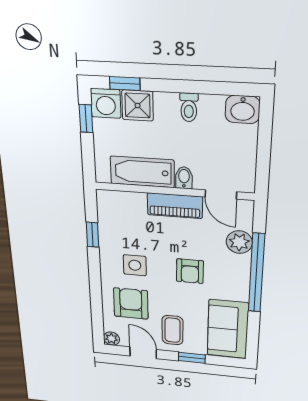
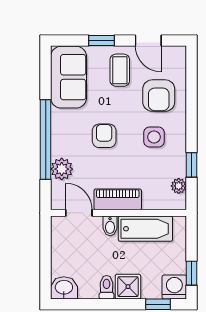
shower: (138, 105) -> (128, 287), moved
plant: (111, 339) -> (179, 186), moved

